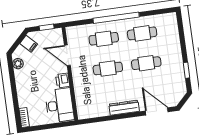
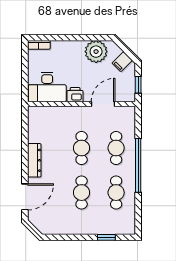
plant: (18, 64) -> (96, 52), width x1.88, depth x1.88
window: (187, 70) -> (106, 237), moved

